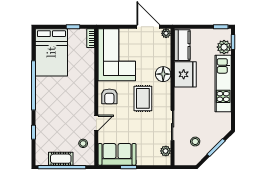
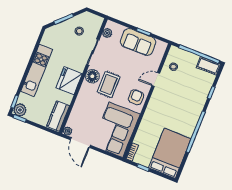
plant: (224, 47) -> (20, 110), moved
floor lamp: (163, 74) -> (92, 76), moved
fridge: (185, 74) -> (69, 81), moved
sofa: (117, 154) -> (138, 42), moved
cot: (61, 159) -> (208, 66), moved

